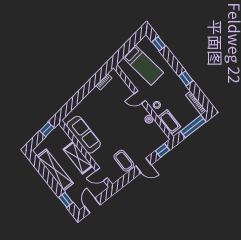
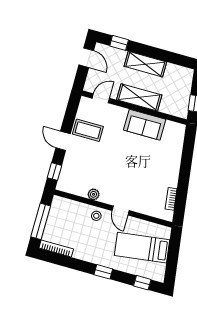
window: (186, 78) -> (103, 272), moved
door: (140, 97) -> (121, 211), swing flipped
cot: (169, 122) -> (70, 208), removed
sofa: (84, 135) -> (145, 125), width x0.73
door: (144, 165) -> (63, 141), hinge flipped
shelving: (55, 170) -> (145, 64), width x0.68

